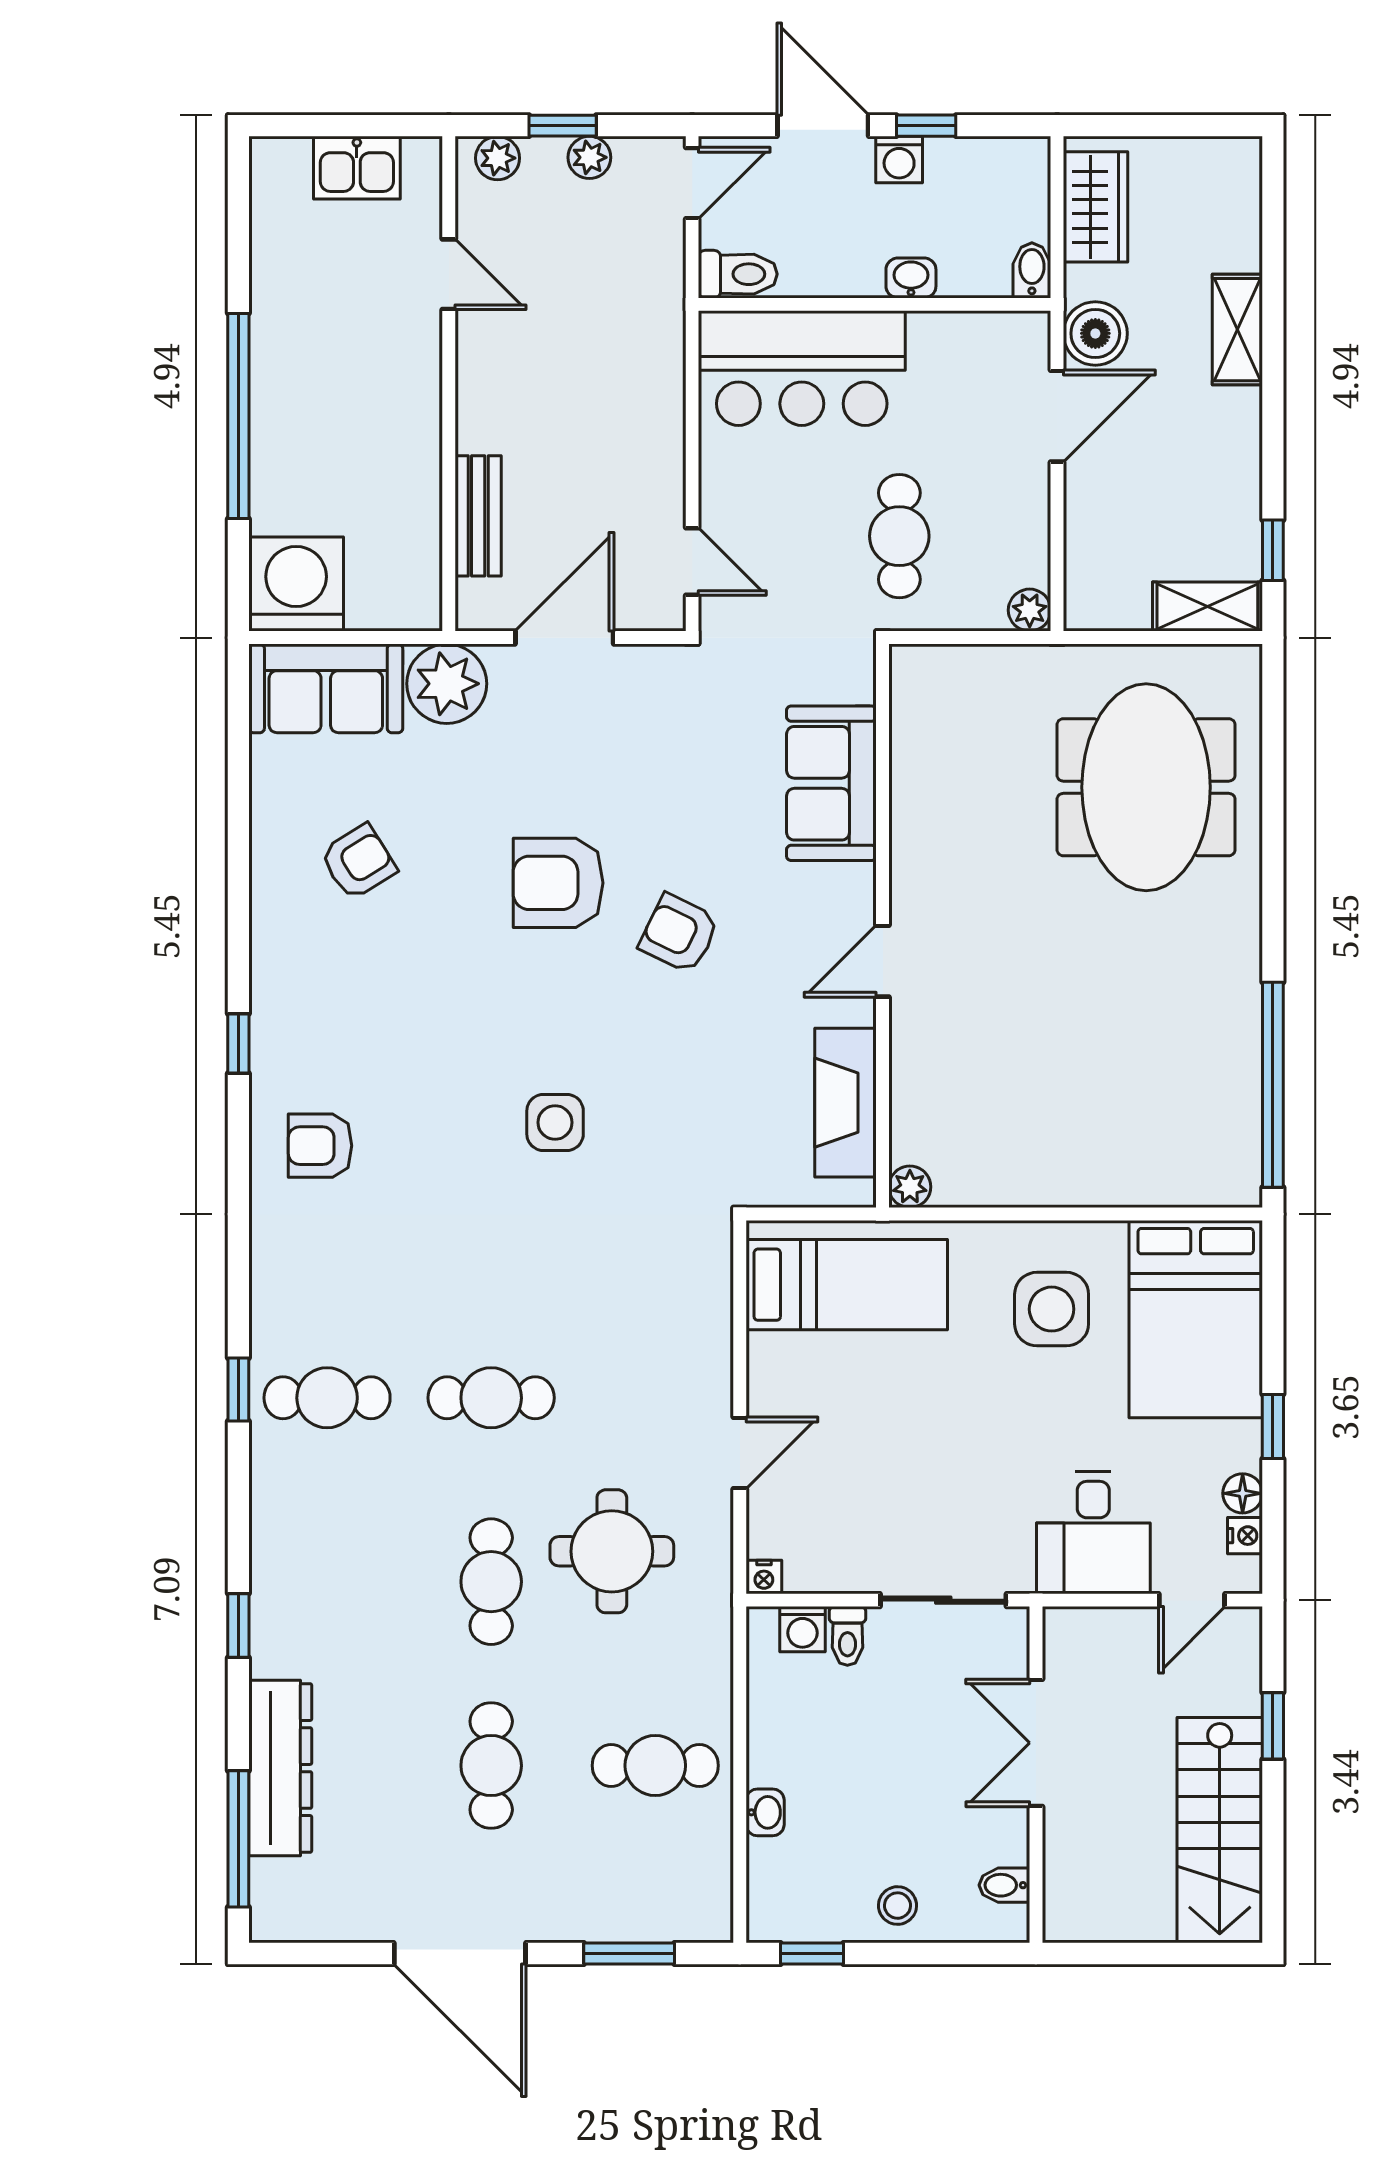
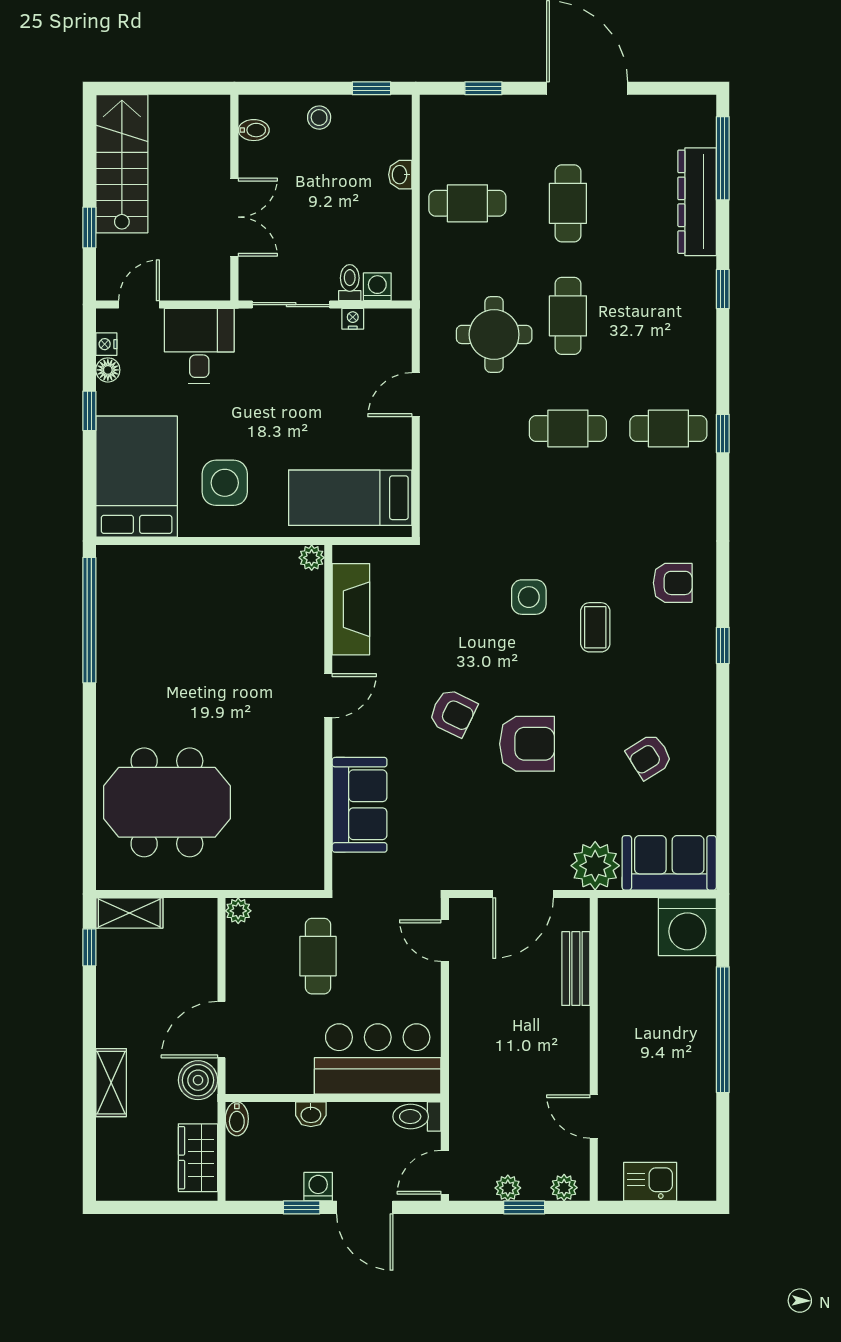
meeting table: (1146, 787) -> (167, 802), turned 90
coffee table: (447, 1073) -> (595, 627), added
nightstand: (764, 1577) -> (353, 319), moved
window: (629, 1953) -> (483, 88), width x0.67

